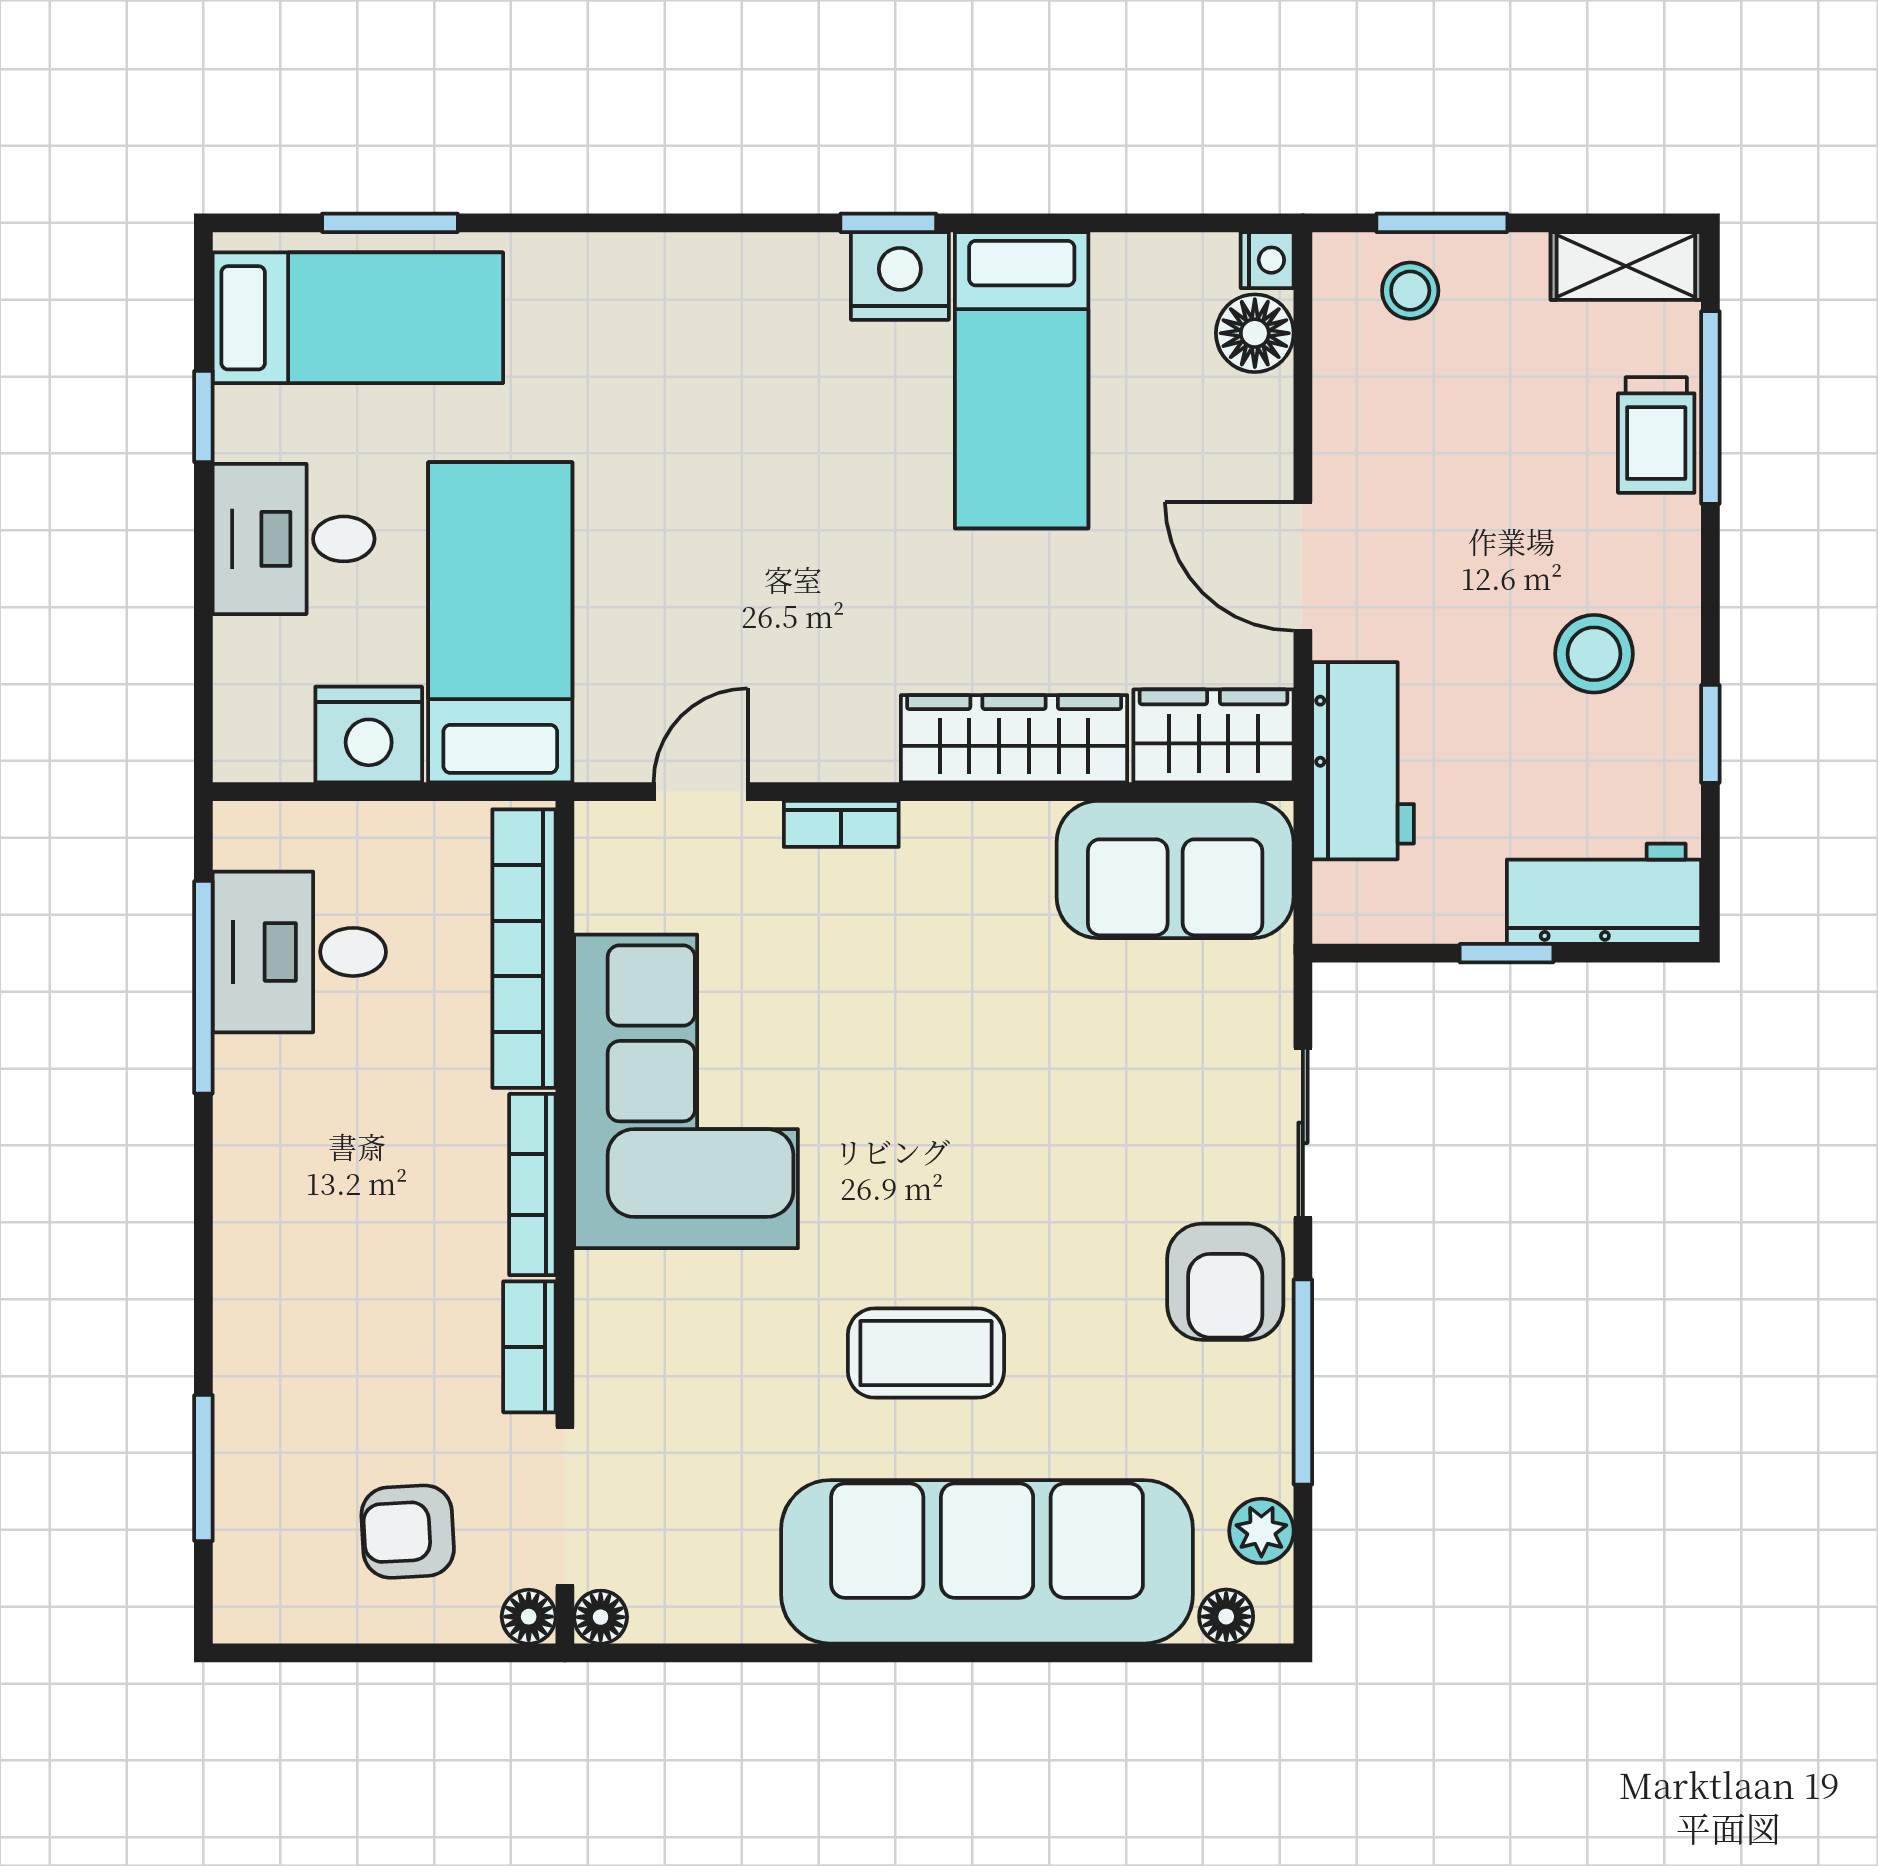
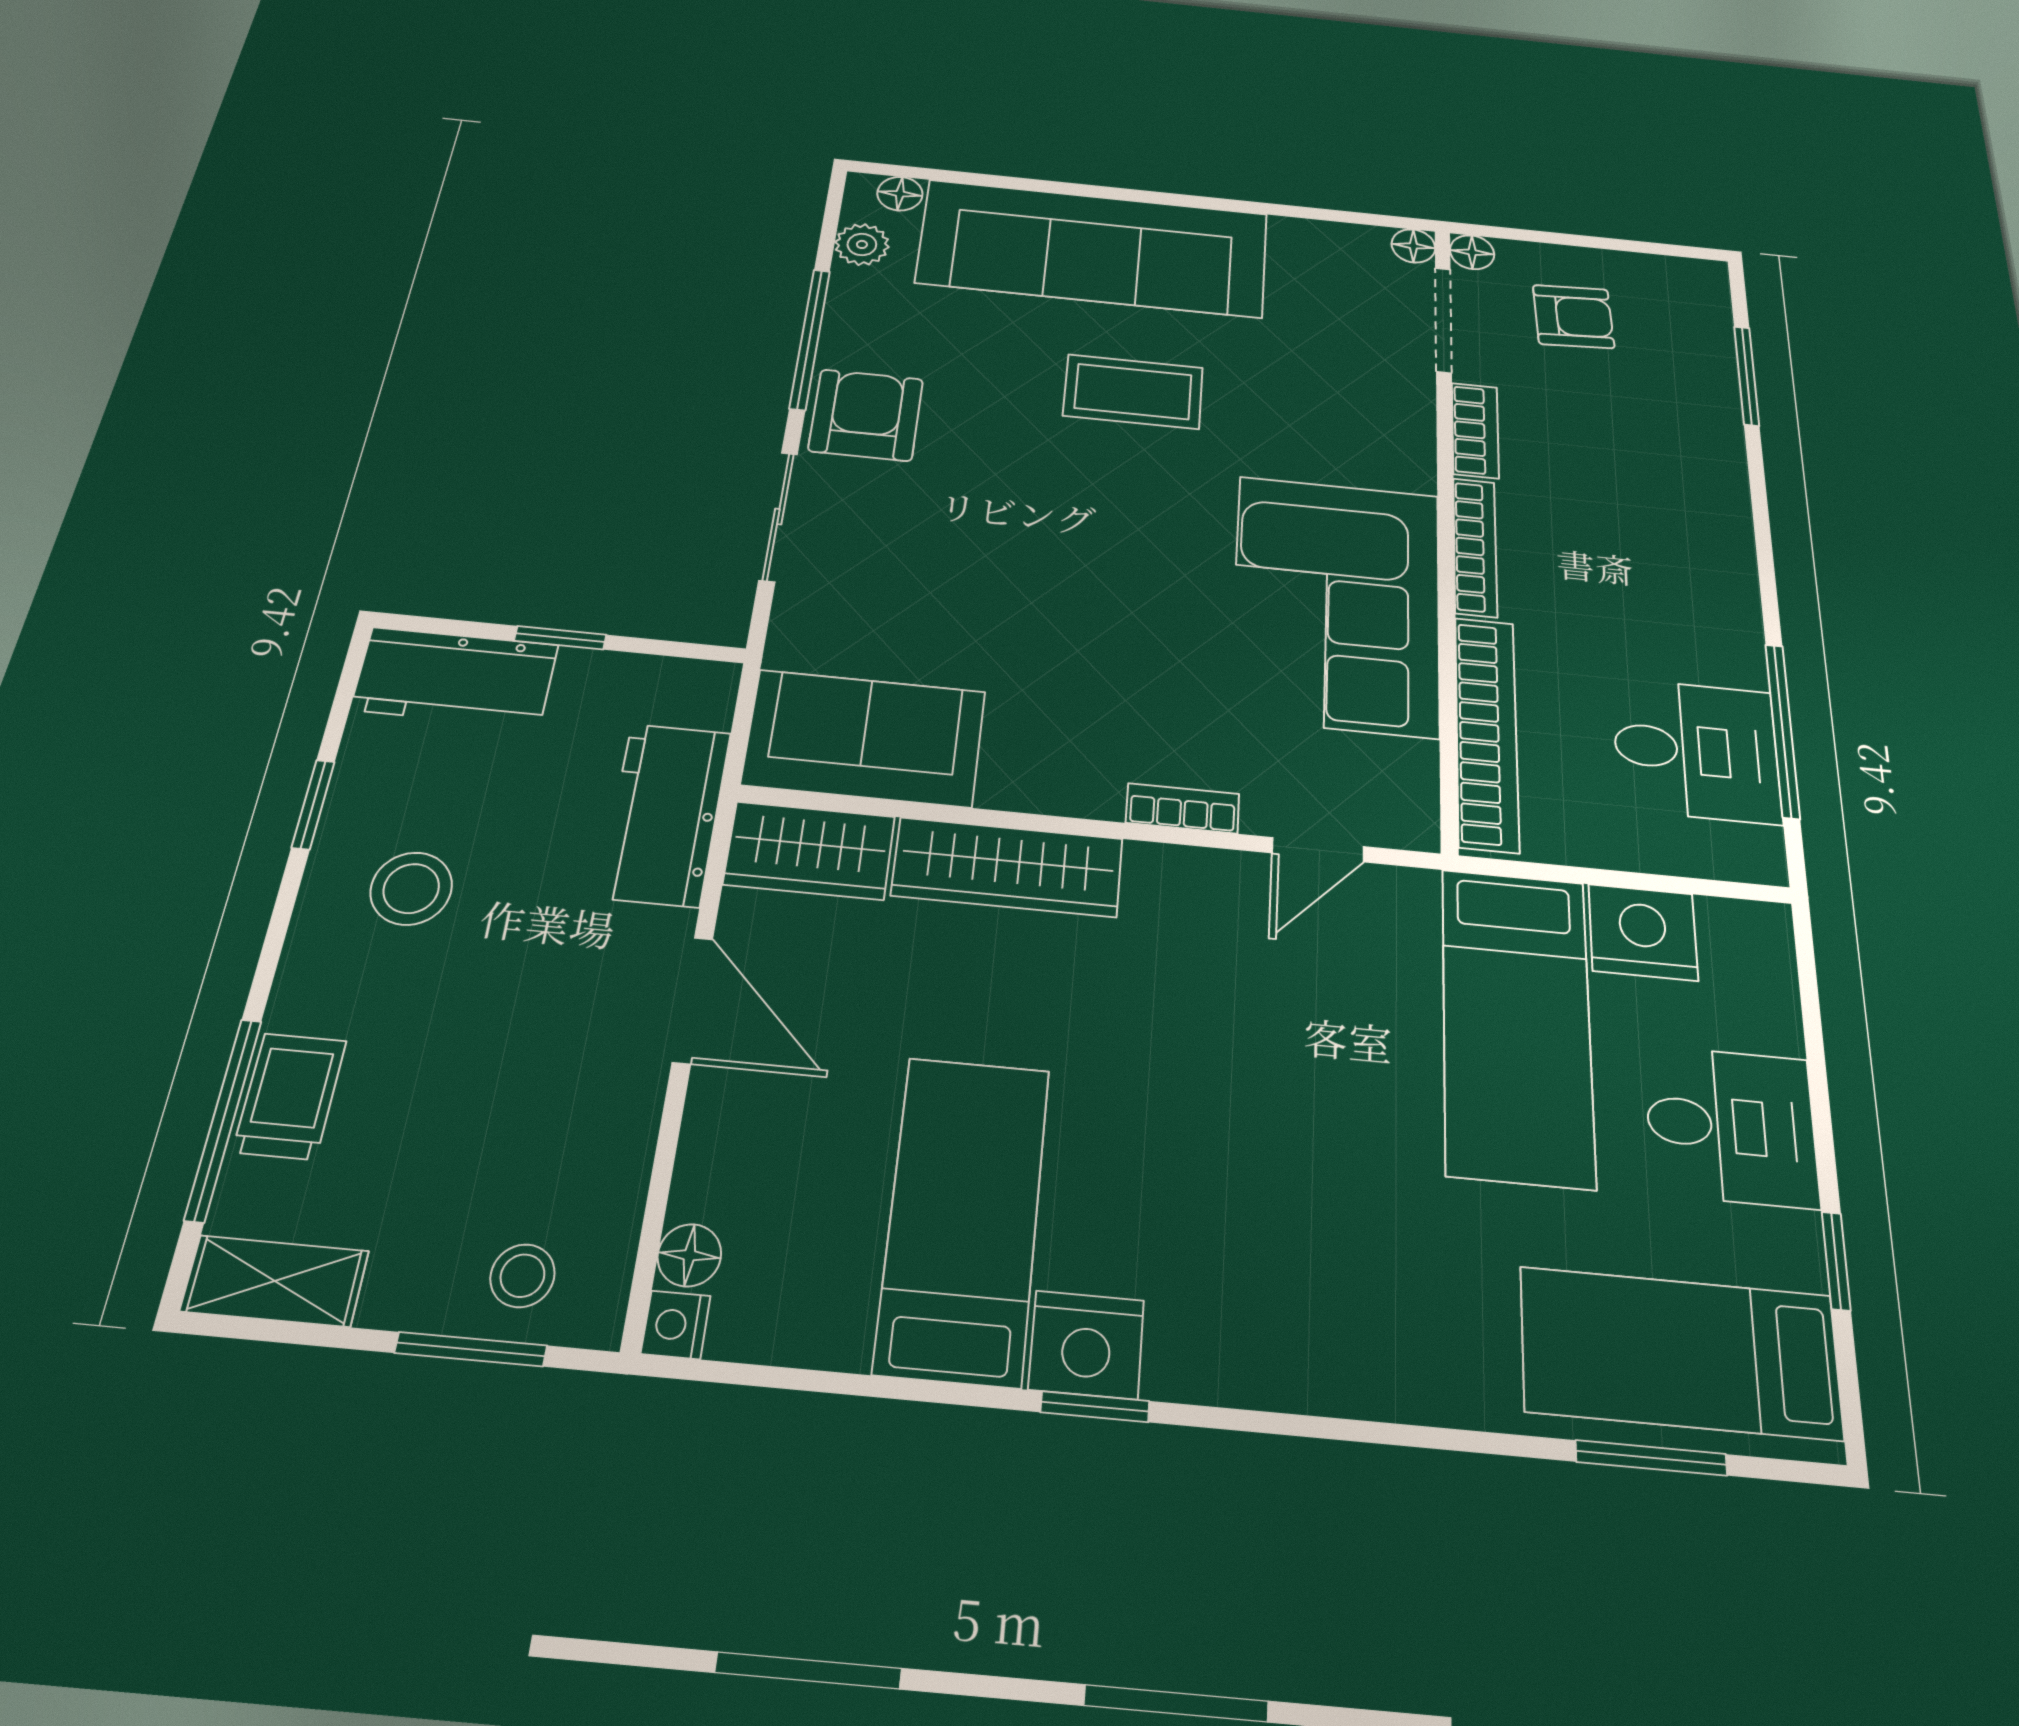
floor lamp: (1255, 333) -> (689, 1255), width x0.73, depth x0.73

